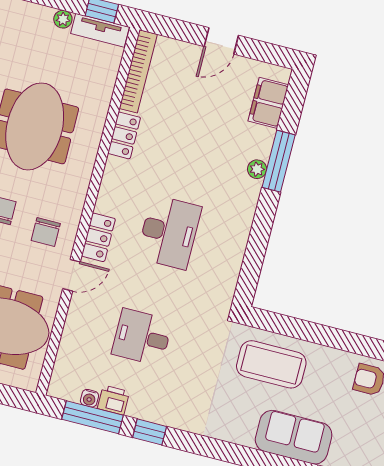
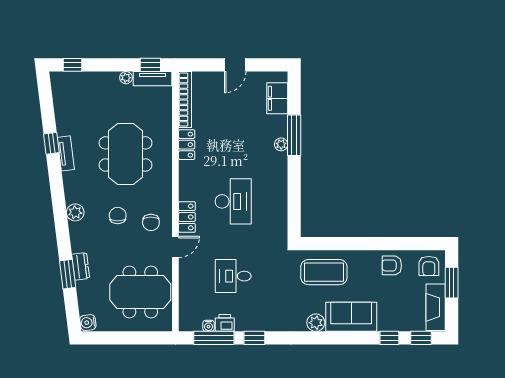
plant: (242, 433) -> (316, 323), added

